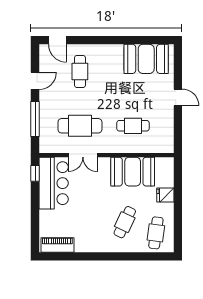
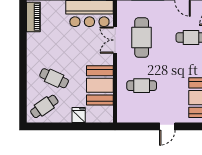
cafe table: (133, 126) -> (142, 86), turned 90
cafe table: (156, 233) -> (44, 106), turned -43

